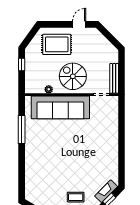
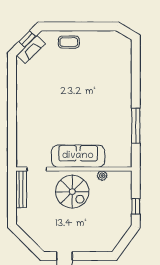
rug: (57, 44) -> (92, 231), removed
sofa: (60, 107) -> (78, 156), width x0.74, depth x0.79

